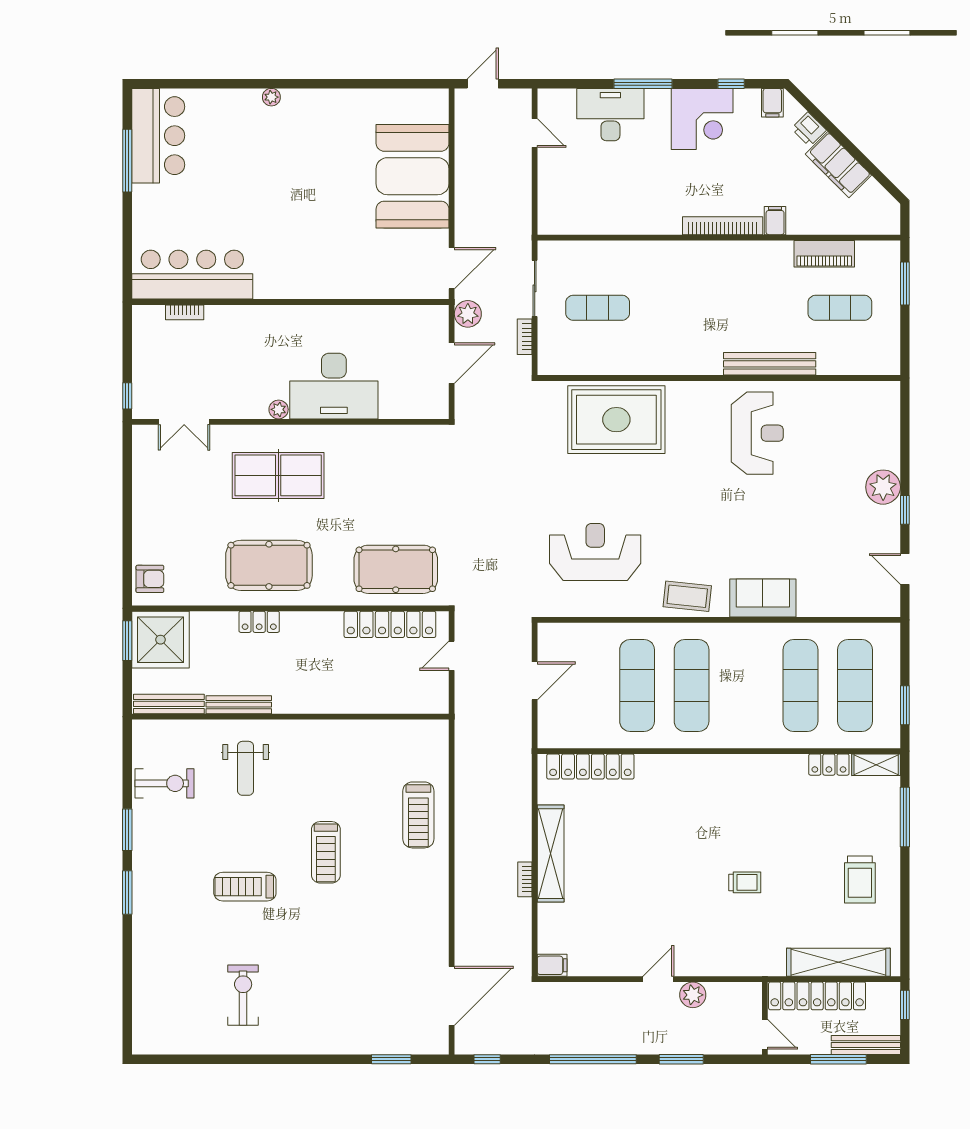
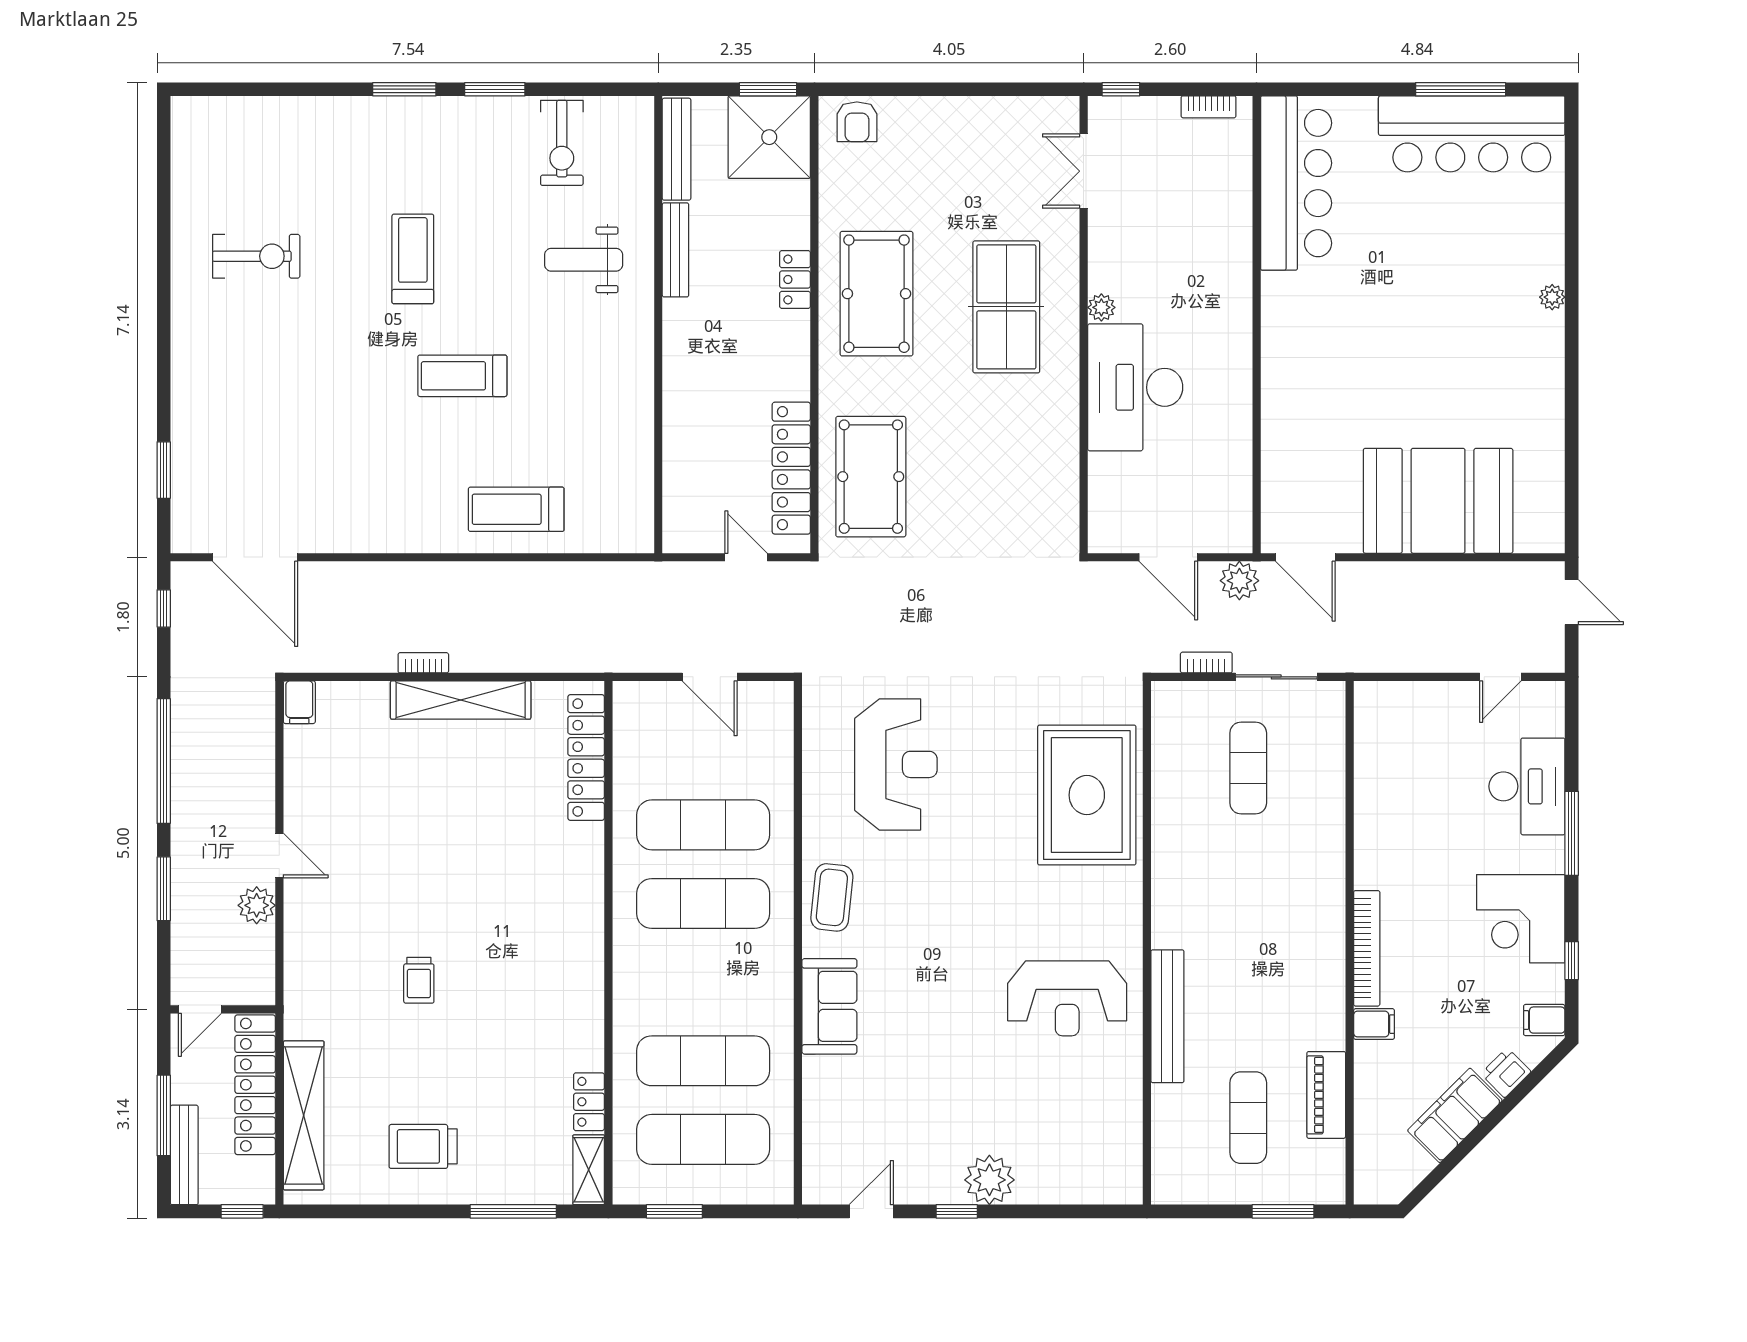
bar counter: (158, 136) -> (1472, 134), width x1.36
bookcase: (185, 312) -> (1209, 107), moved, turned -90

